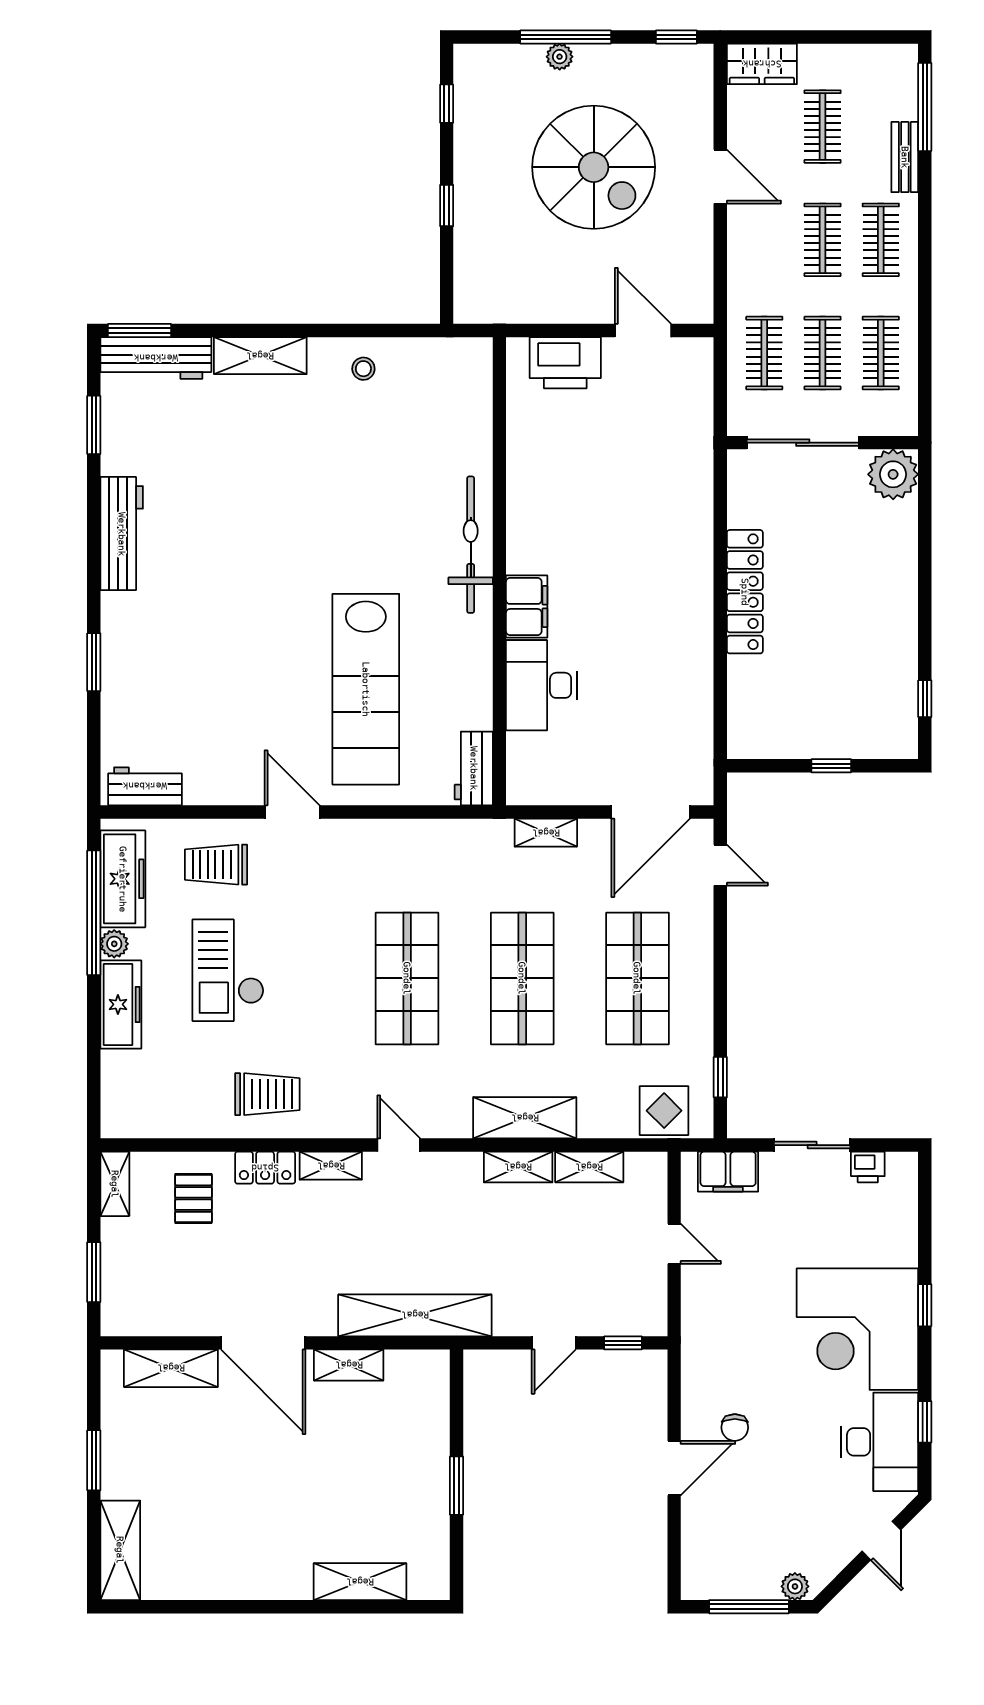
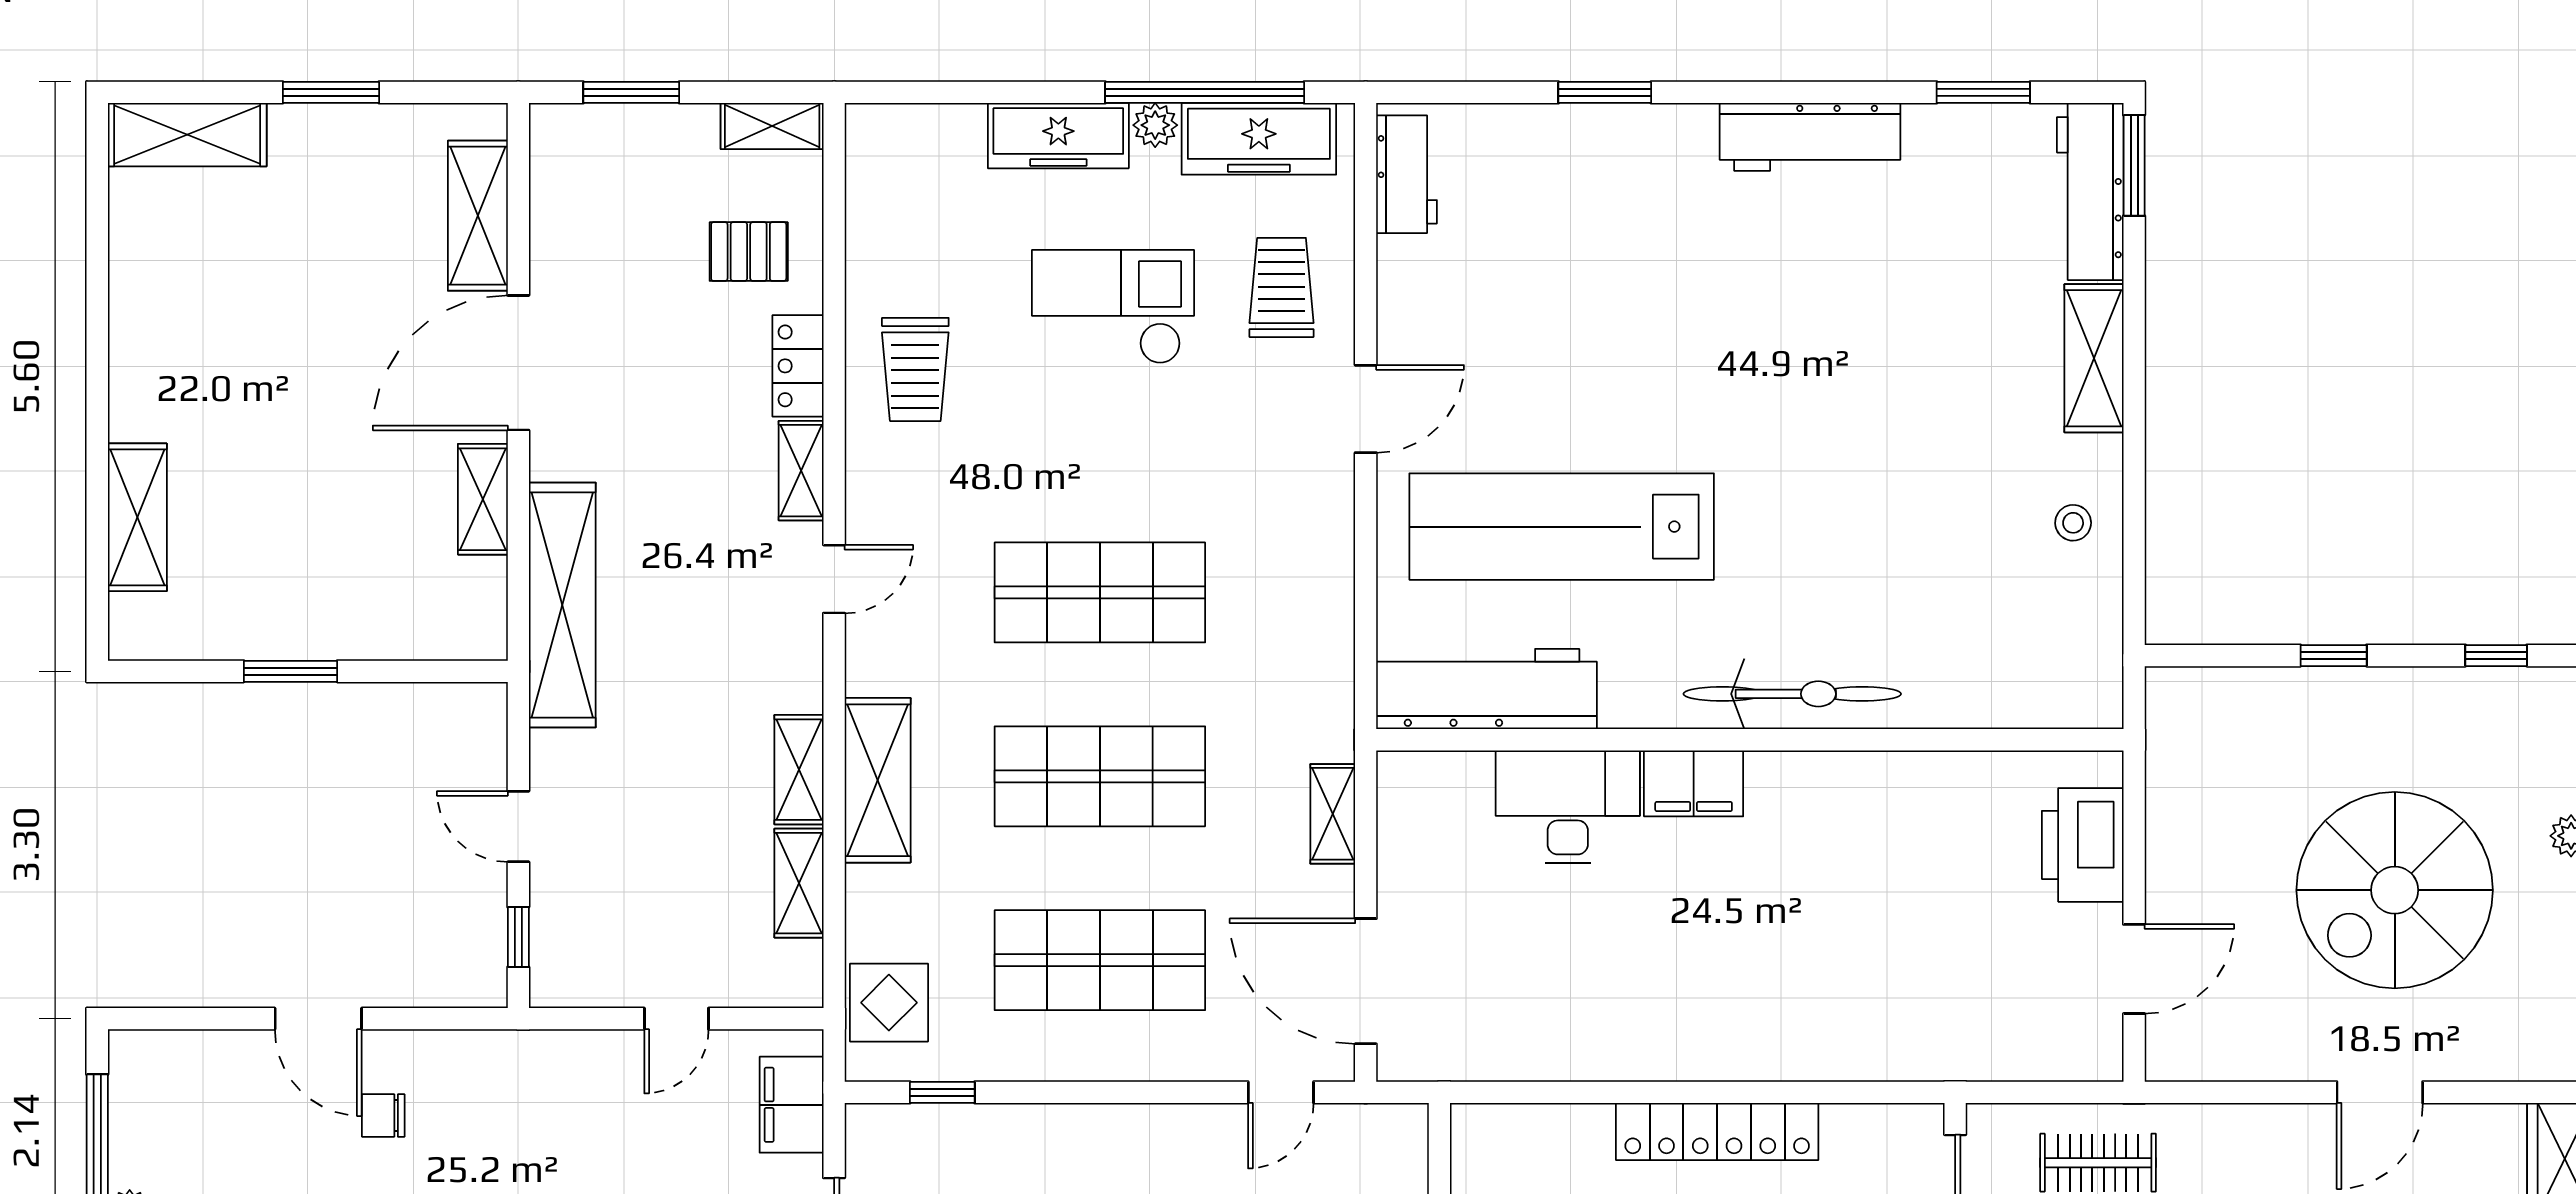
workbench: (474, 768) -> (1487, 689), width x1.88, depth x1.32

